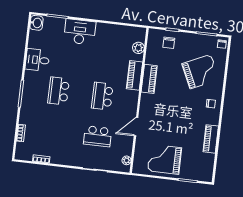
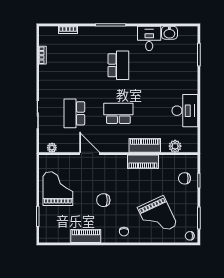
washbasin: (37, 23) -> (169, 33), moved
desk: (80, 32) -> (185, 111), moved
school desk: (59, 91) -> (118, 65), turned 90
chair: (180, 119) -> (103, 200), added

